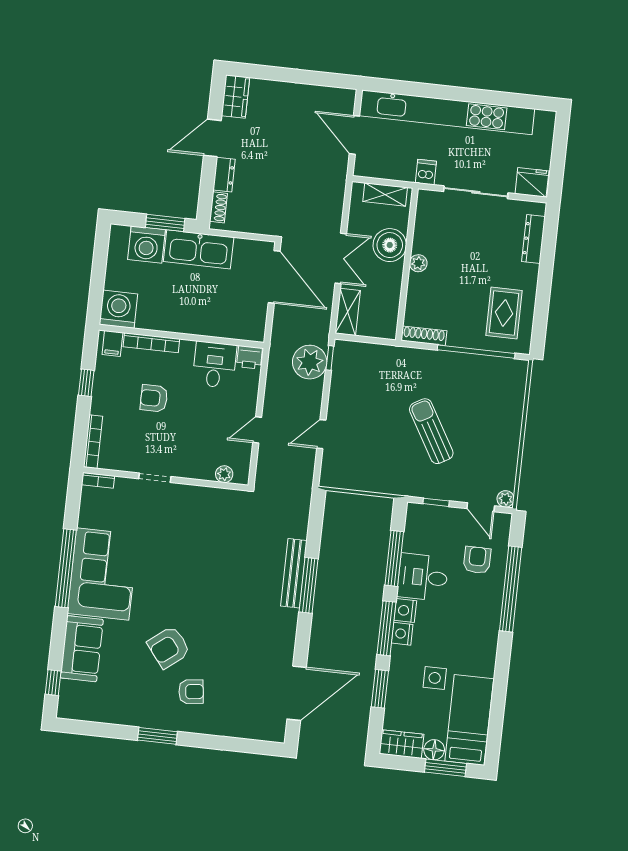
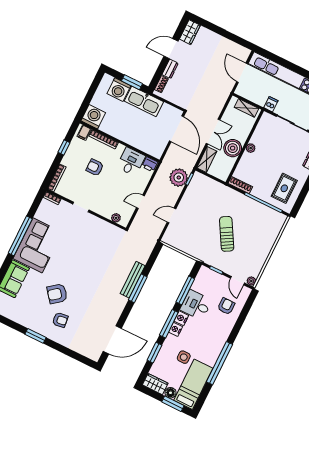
boiler: (390, 245) -> (233, 148), moved
window: (511, 589) -> (220, 363), moved

